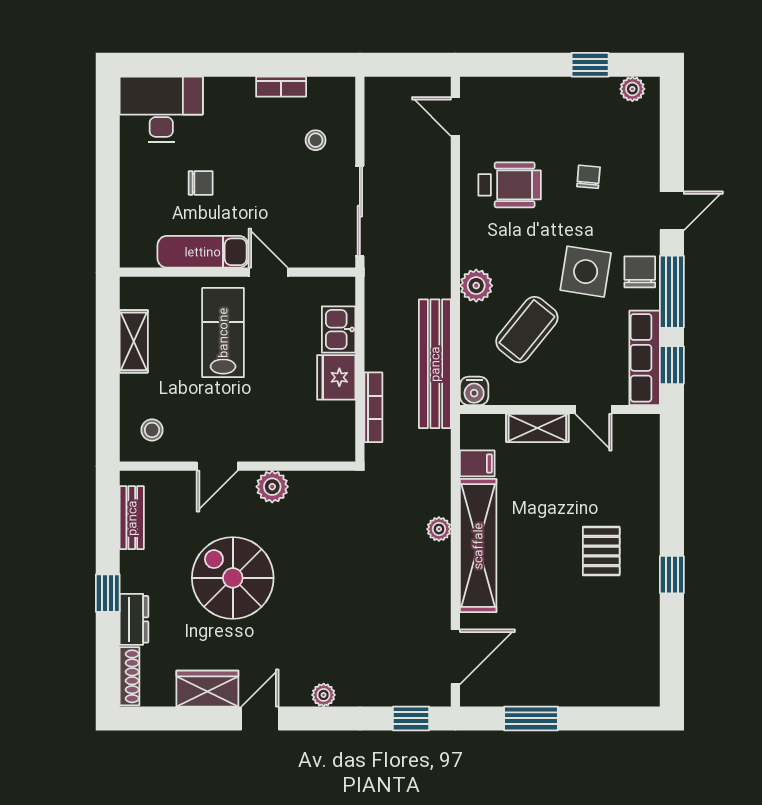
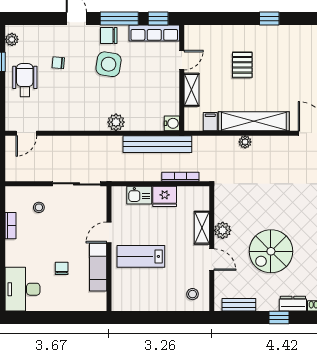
wheelchair: (510, 185) -> (25, 80), moved
coffee table: (527, 330) -> (139, 95), removed
shelving: (134, 341) -> (202, 228), moved, turned 90
pallet: (601, 551) -> (242, 65), moved, turned 90

